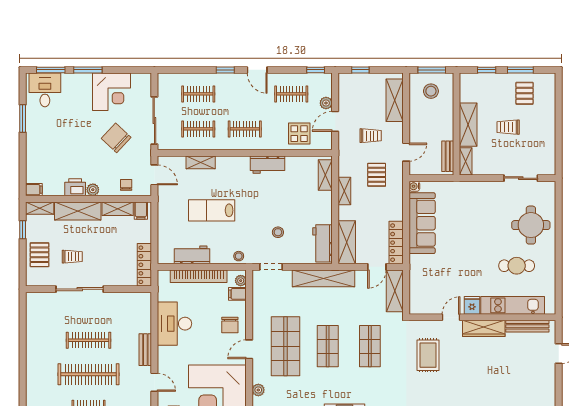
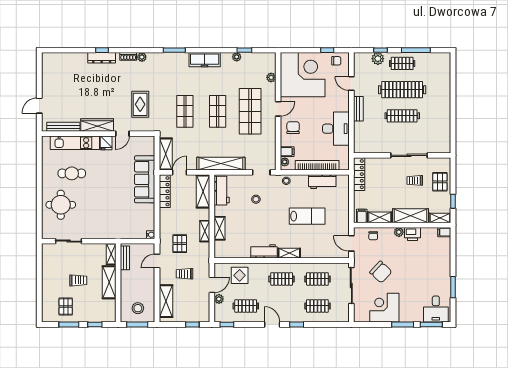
shelving: (201, 162) -> (289, 253), moved
shelving: (325, 175) -> (219, 228), moved
sofa: (422, 223) -> (145, 179), moved

